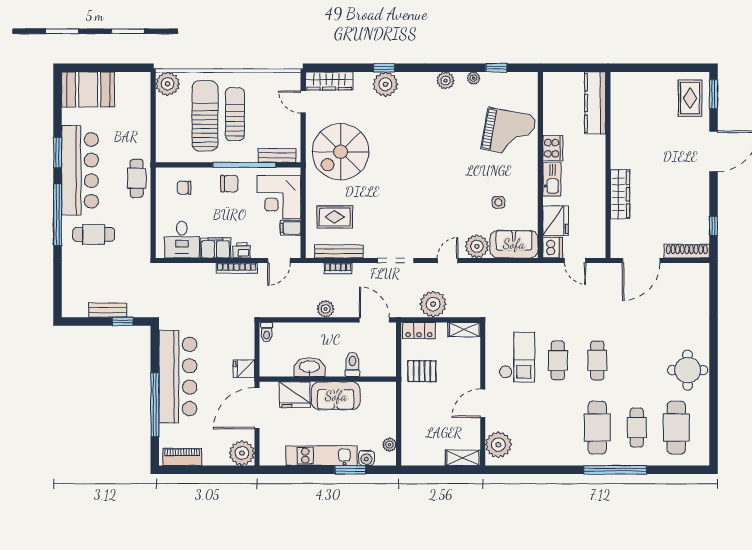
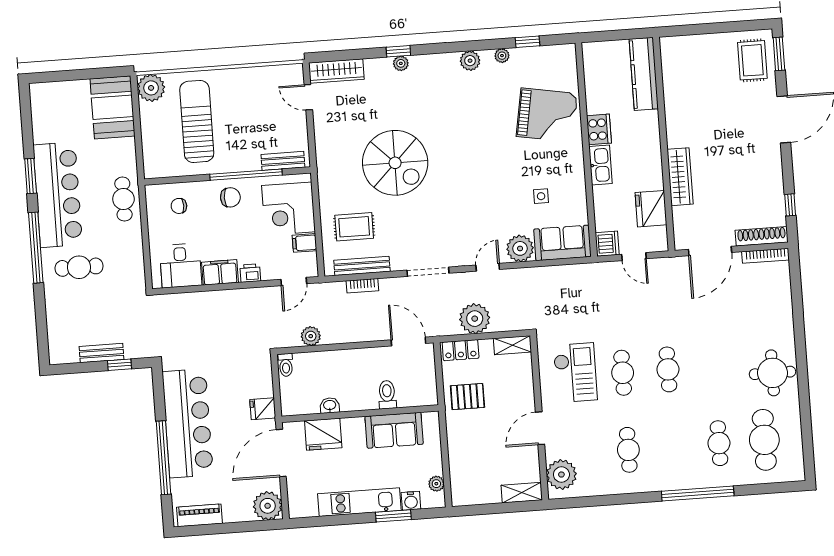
plant: (385, 84) -> (401, 63), width x0.53, depth x0.53
booth: (88, 90) -> (113, 107), moved, turned 90
sun lounger: (235, 114) -> (231, 117), removed
spiral stairs: (341, 152) -> (395, 163), moved, turned -90
fridge: (556, 221) -> (651, 209), moved, turned 180
bookcase: (237, 268) -> (766, 256), moved
plant: (326, 309) -> (311, 336), moved
washbasin: (309, 367) -> (330, 405), width x0.52, depth x0.69
sofa: (336, 396) -> (394, 430), moved
cafe table: (597, 428) -> (628, 450), moved, width x0.73, depth x0.74

